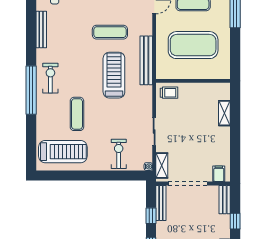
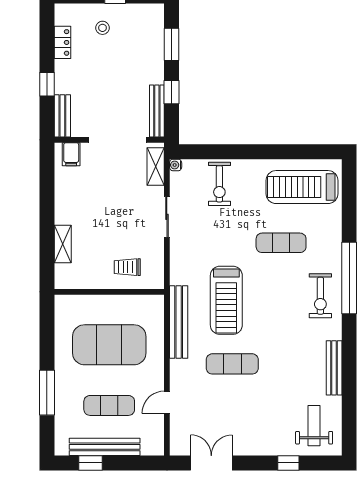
trolley: (169, 93) -> (127, 267), moved
exercise mat: (77, 114) -> (281, 243), turned 90

